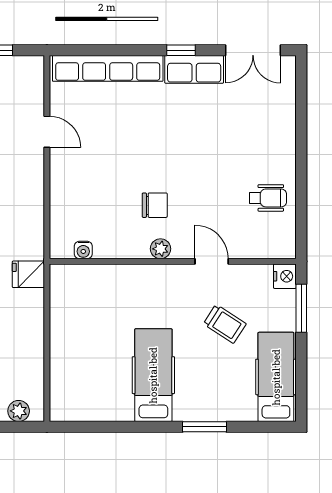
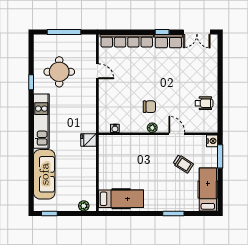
hospital bed: (153, 375) -> (121, 199), moved, turned 90

